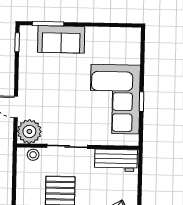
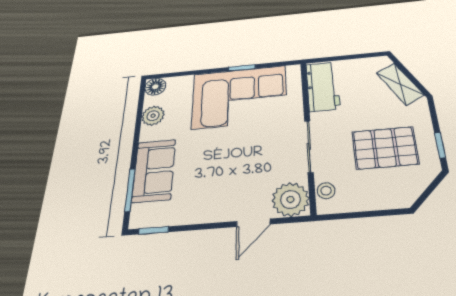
plant: (107, 35) -> (153, 116), added
floor lamp: (133, 35) -> (155, 87), added

